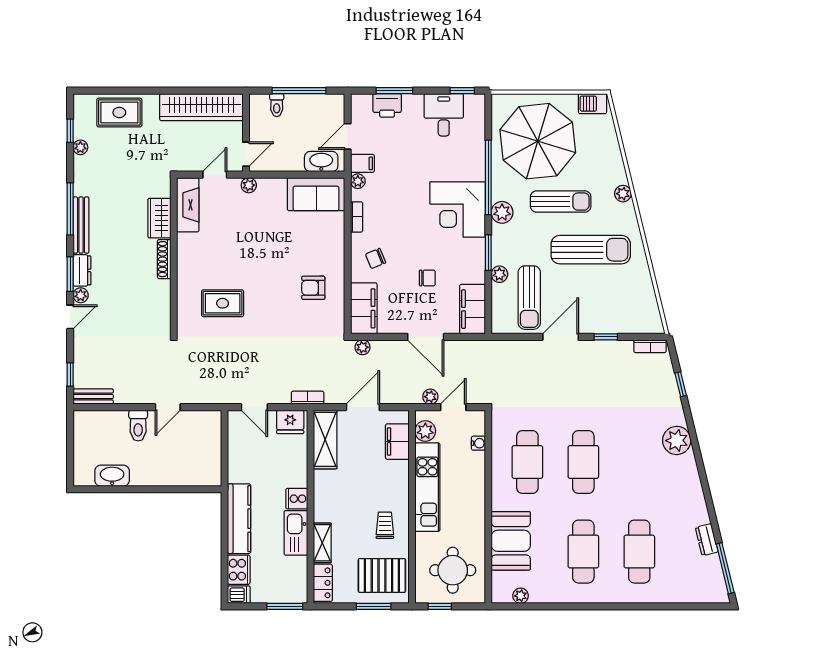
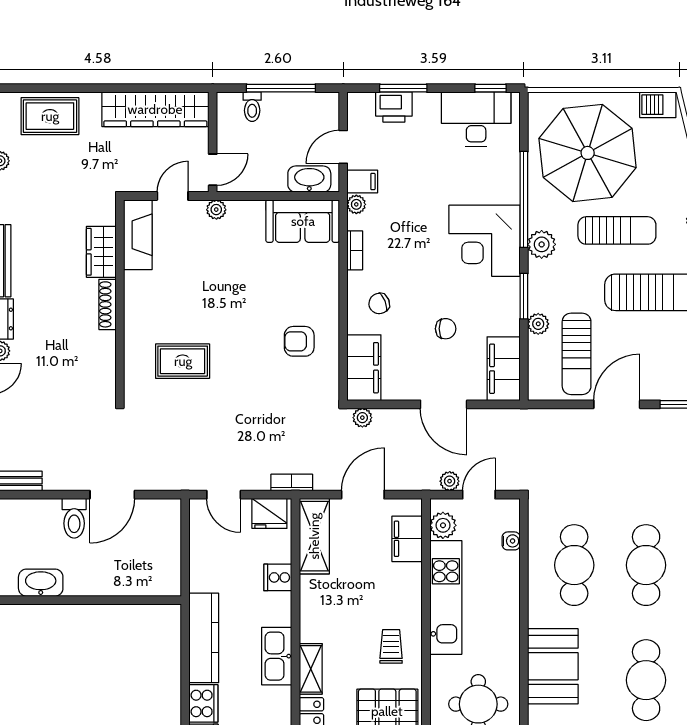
desk: (444, 115) -> (476, 119), width x1.37
door: (168, 407) -> (112, 495), width x1.38
cooker: (297, 499) -> (278, 577), moved

